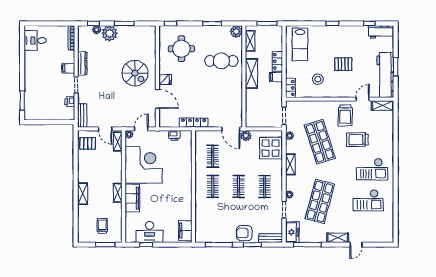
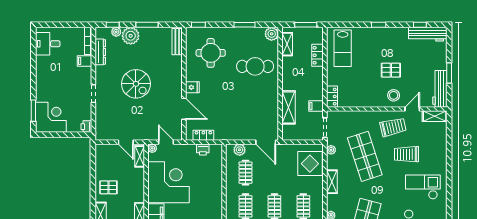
workbench: (381, 32) -> (428, 34), width x1.38
locker: (277, 61) -> (317, 55), moved
dresser: (82, 63) -> (100, 52), moved
filing cabinet: (68, 68) -> (85, 61), moved
spiral stairs: (135, 73) -> (136, 84), moved
shelving: (251, 73) -> (289, 107), moved
workbench: (385, 75) -> (440, 89), width x0.73, depth x0.76
filing cabinet: (276, 77) -> (316, 106), moved
stool: (318, 79) -> (394, 95), moved
printer: (70, 102) -> (86, 127), moved
corner desk: (38, 106) -> (51, 117), added
bench: (82, 115) -> (177, 42), moved
trolley: (345, 115) -> (393, 127), turned -103
locker: (194, 123) -> (203, 135), moved, width x0.66
door: (141, 129) -> (166, 142), hinge flipped
plant: (246, 136) -> (240, 150), moved
pallet: (88, 143) -> (108, 187), moved
checkout: (372, 169) -> (423, 187), turned 180

